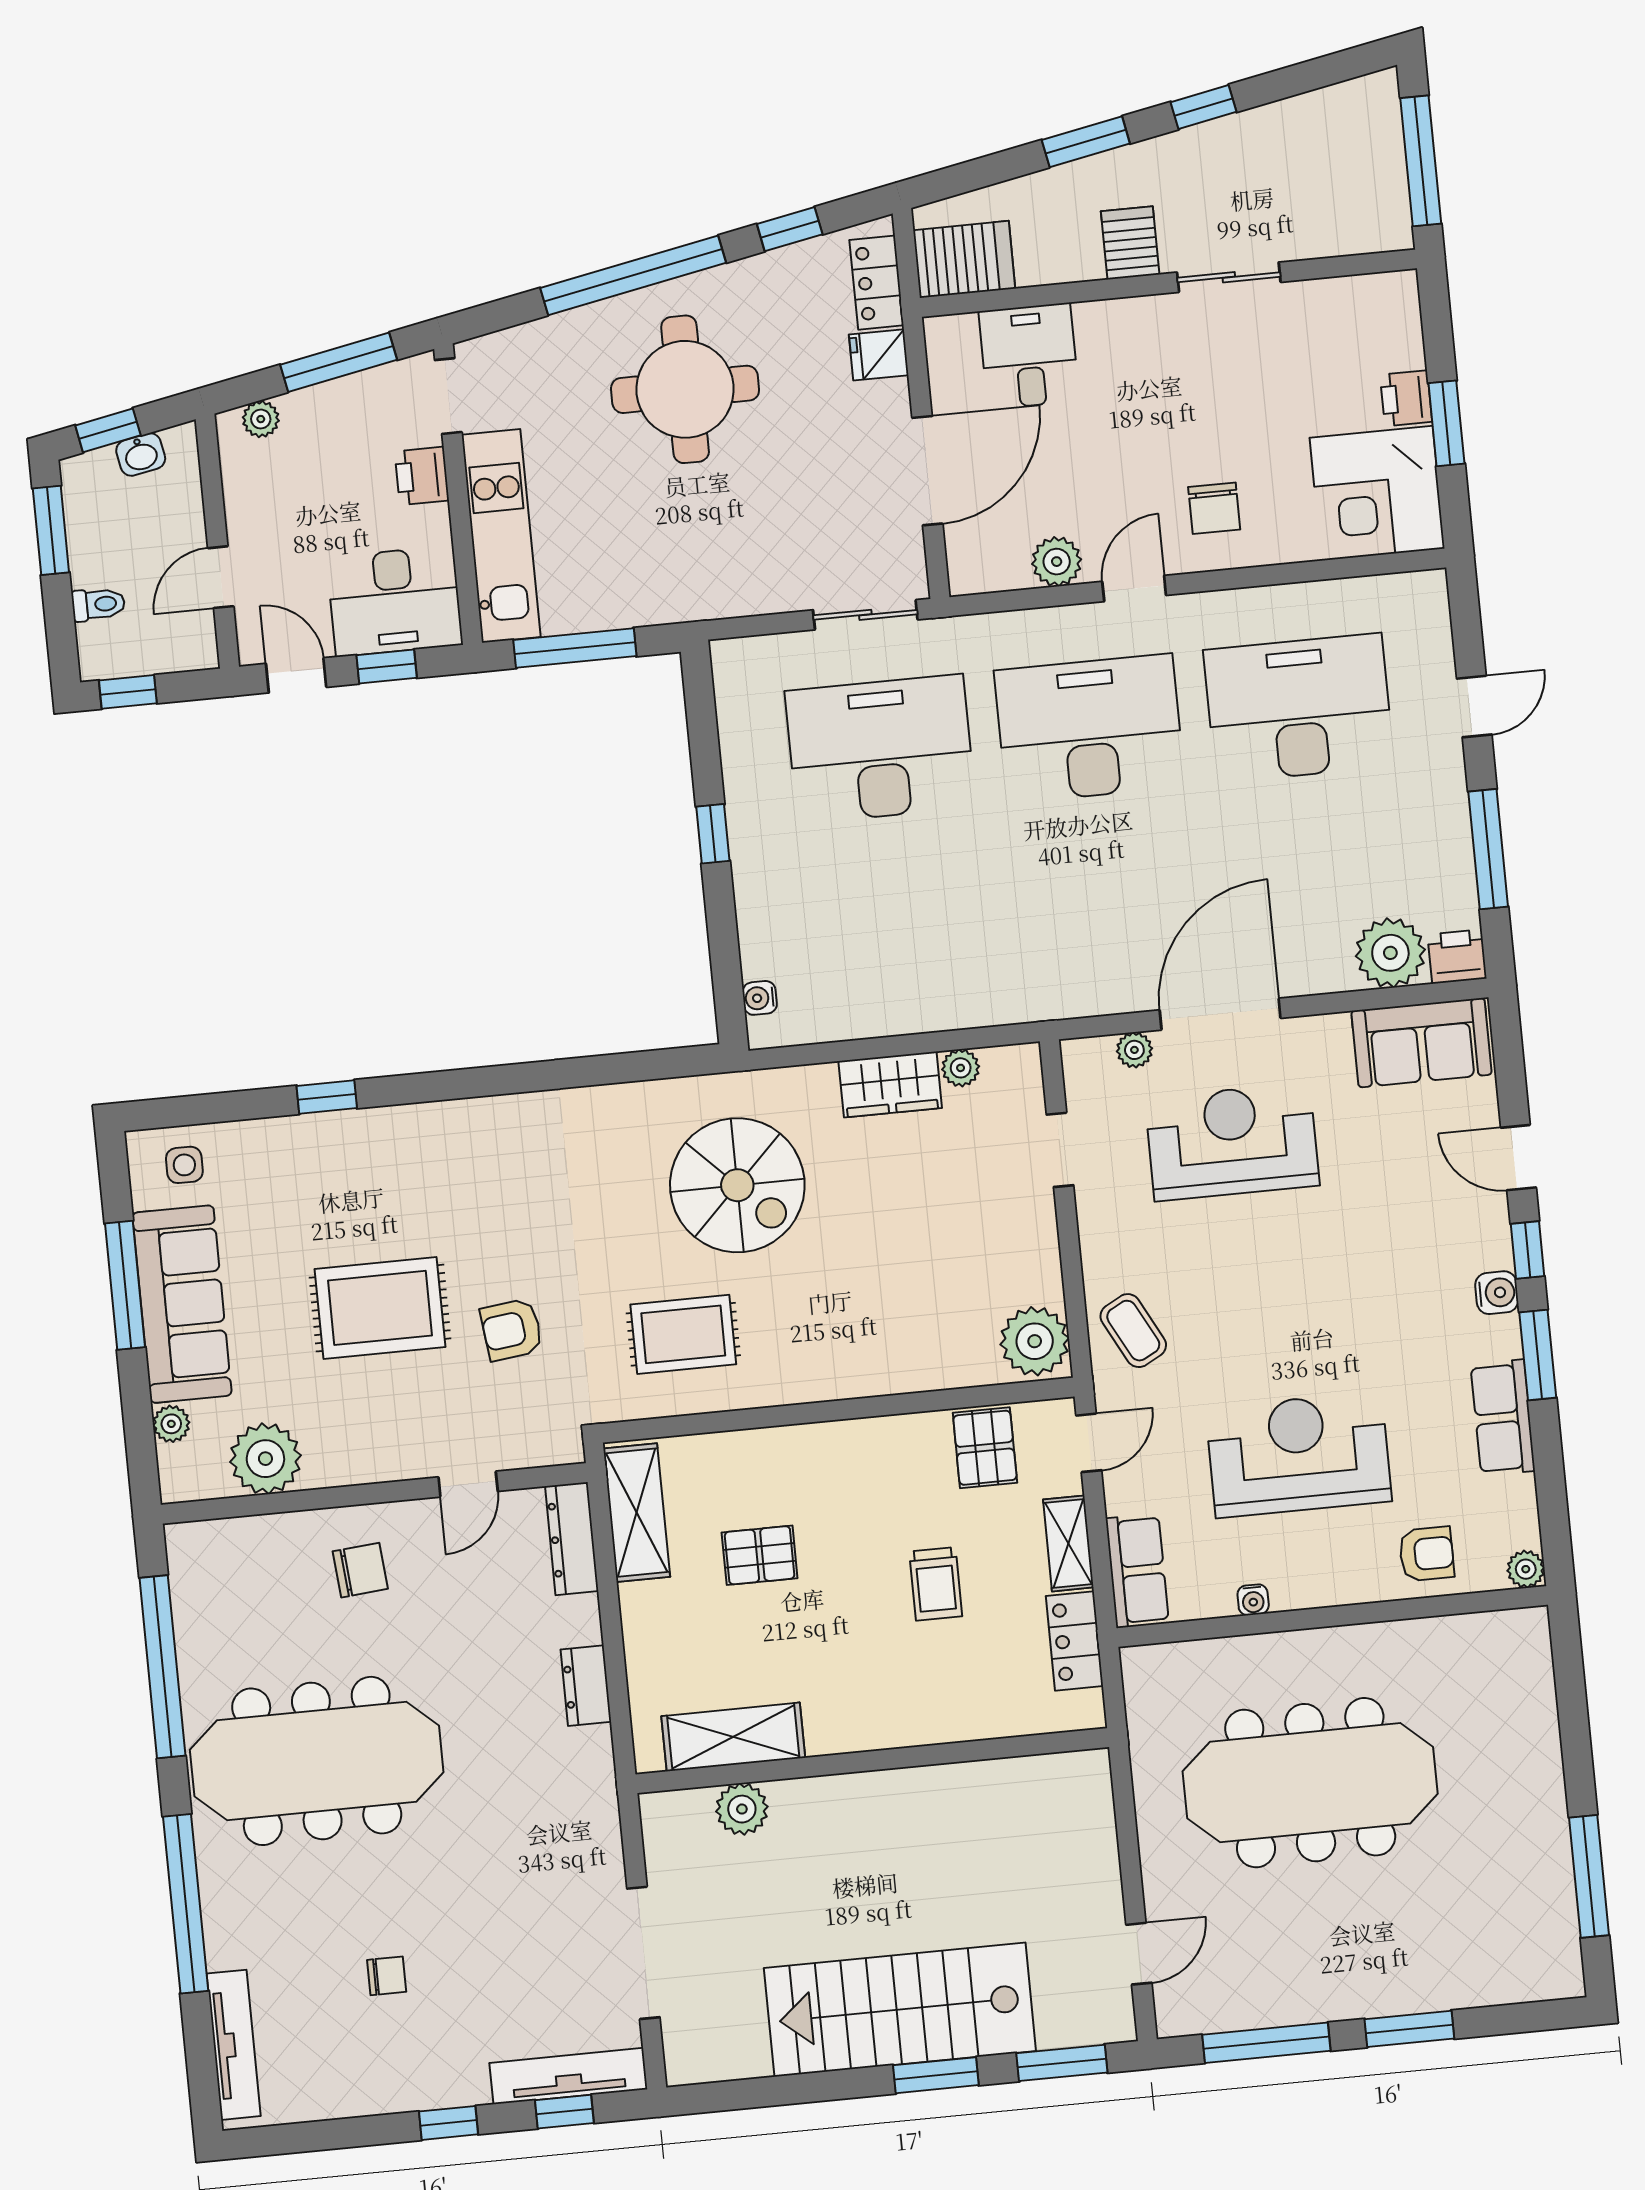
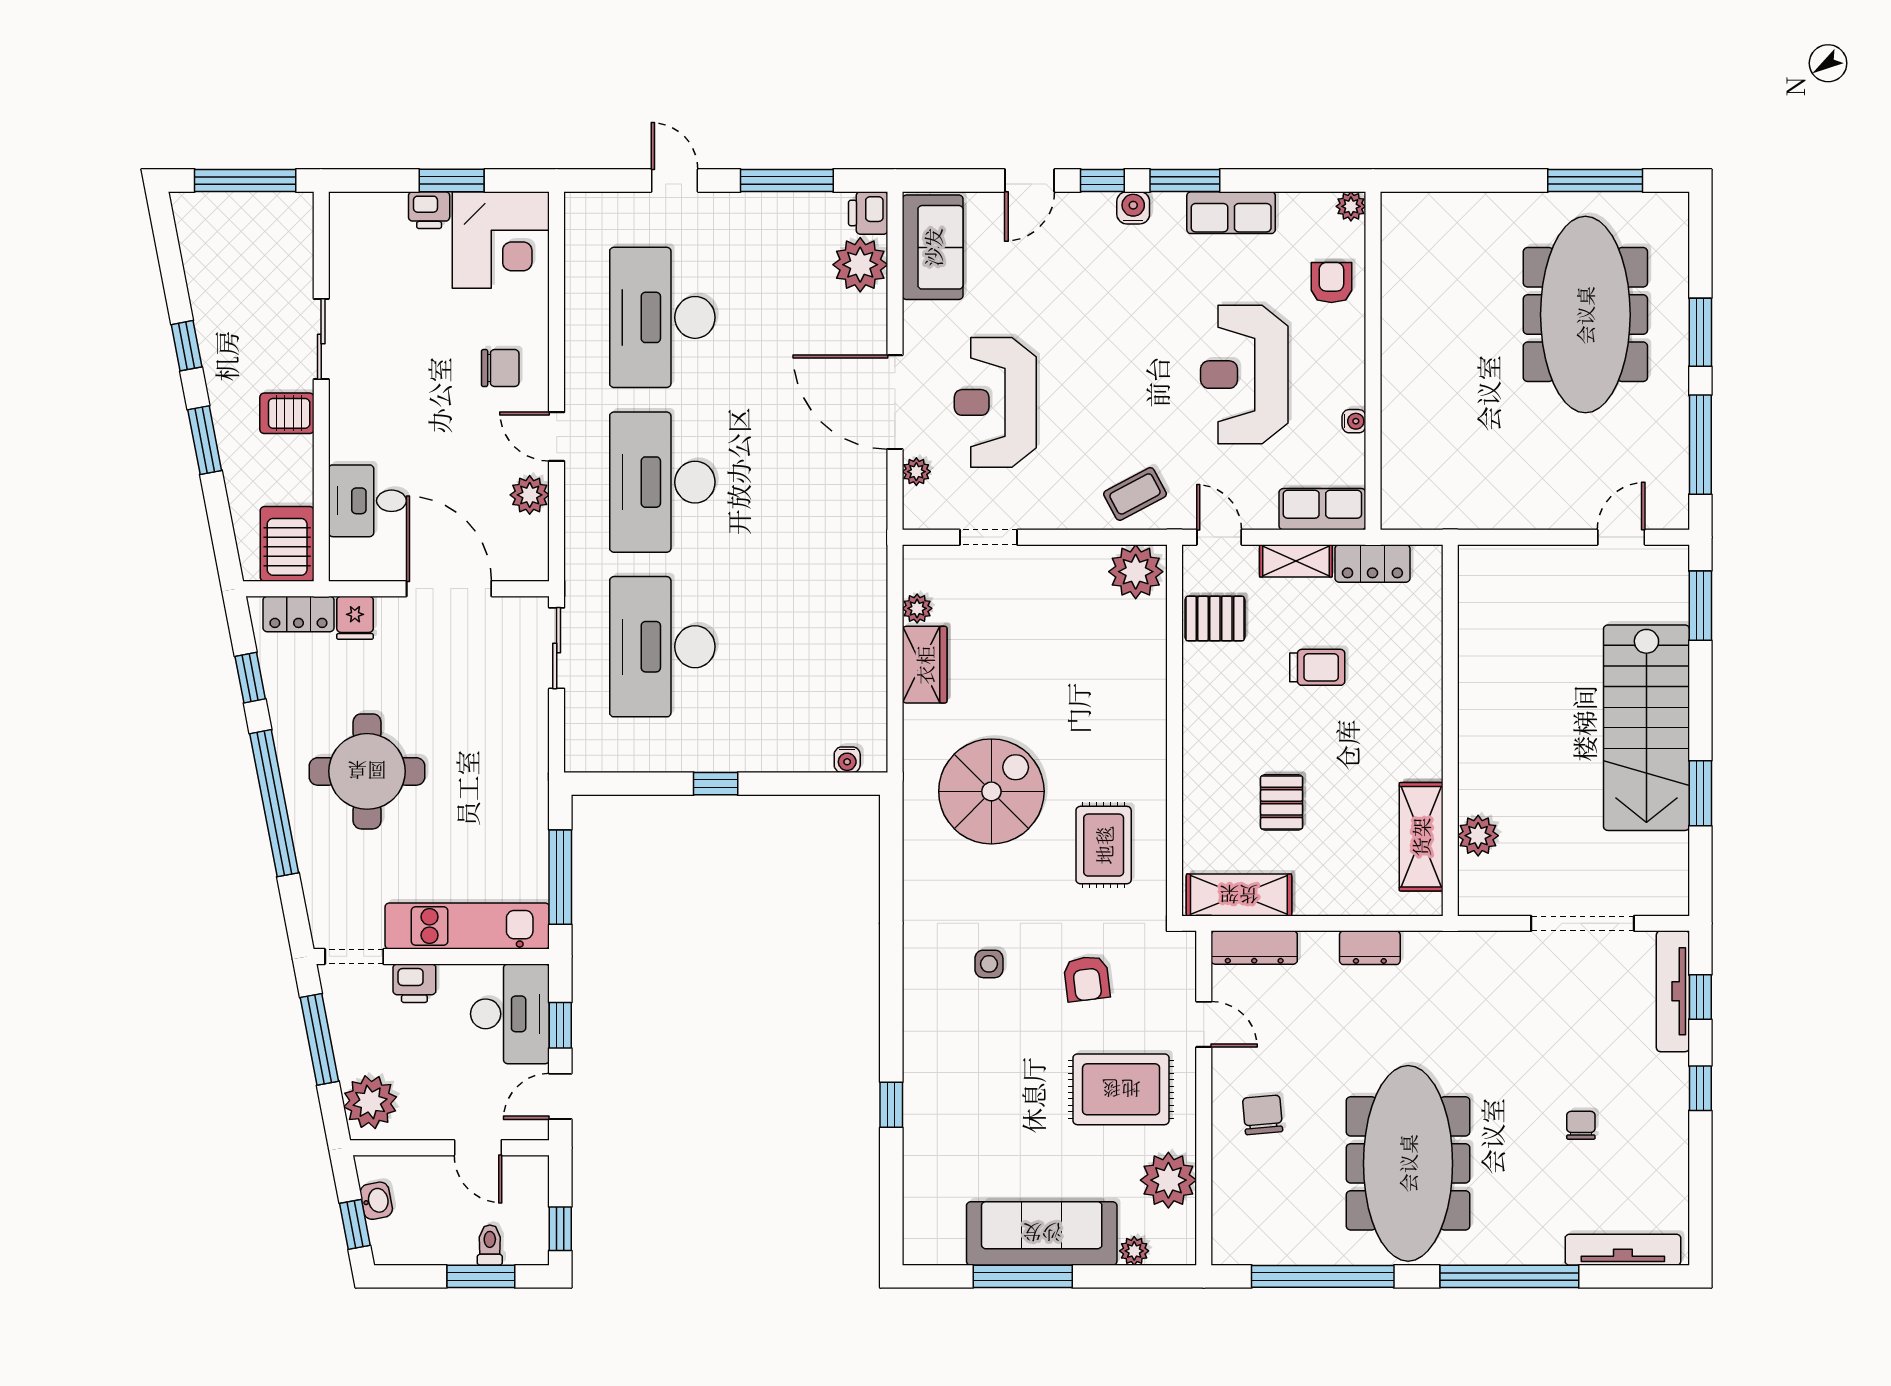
plant: (261, 419) -> (370, 1102), width x1.88, depth x1.88
window: (51, 530) -> (481, 1276), moved
side table: (184, 1165) -> (989, 964), moved
rug: (380, 1308) -> (1121, 1089), moved, turned 90
meeting table: (1310, 1783) -> (1585, 315), moved
door: (1139, 1954) -> (1621, 537), hinge flipped
window: (936, 2075) -> (1700, 793), moved

